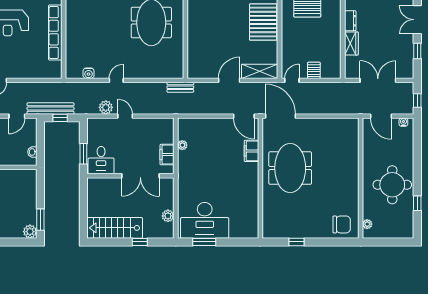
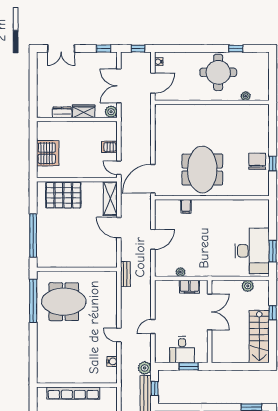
window: (417, 51) -> (104, 49), moved
plant: (351, 72) -> (111, 112), added
plant: (106, 107) -> (145, 368), moved
door: (244, 116) -> (153, 239), moved
filing cabinet: (251, 151) -> (186, 206), width x0.50
desk: (101, 160) -> (182, 350), moved, turned 90
meeting table: (290, 168) -> (202, 169), turned 90
chair: (342, 224) -> (257, 161), moved
plant: (367, 224) -> (246, 96), moved

